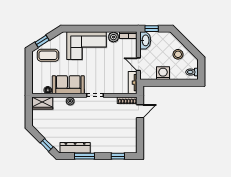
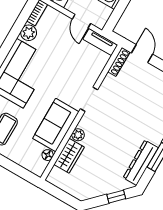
door: (138, 64) -> (81, 21), hinge flipped
wardrobe: (42, 103) -> (69, 156), moved

